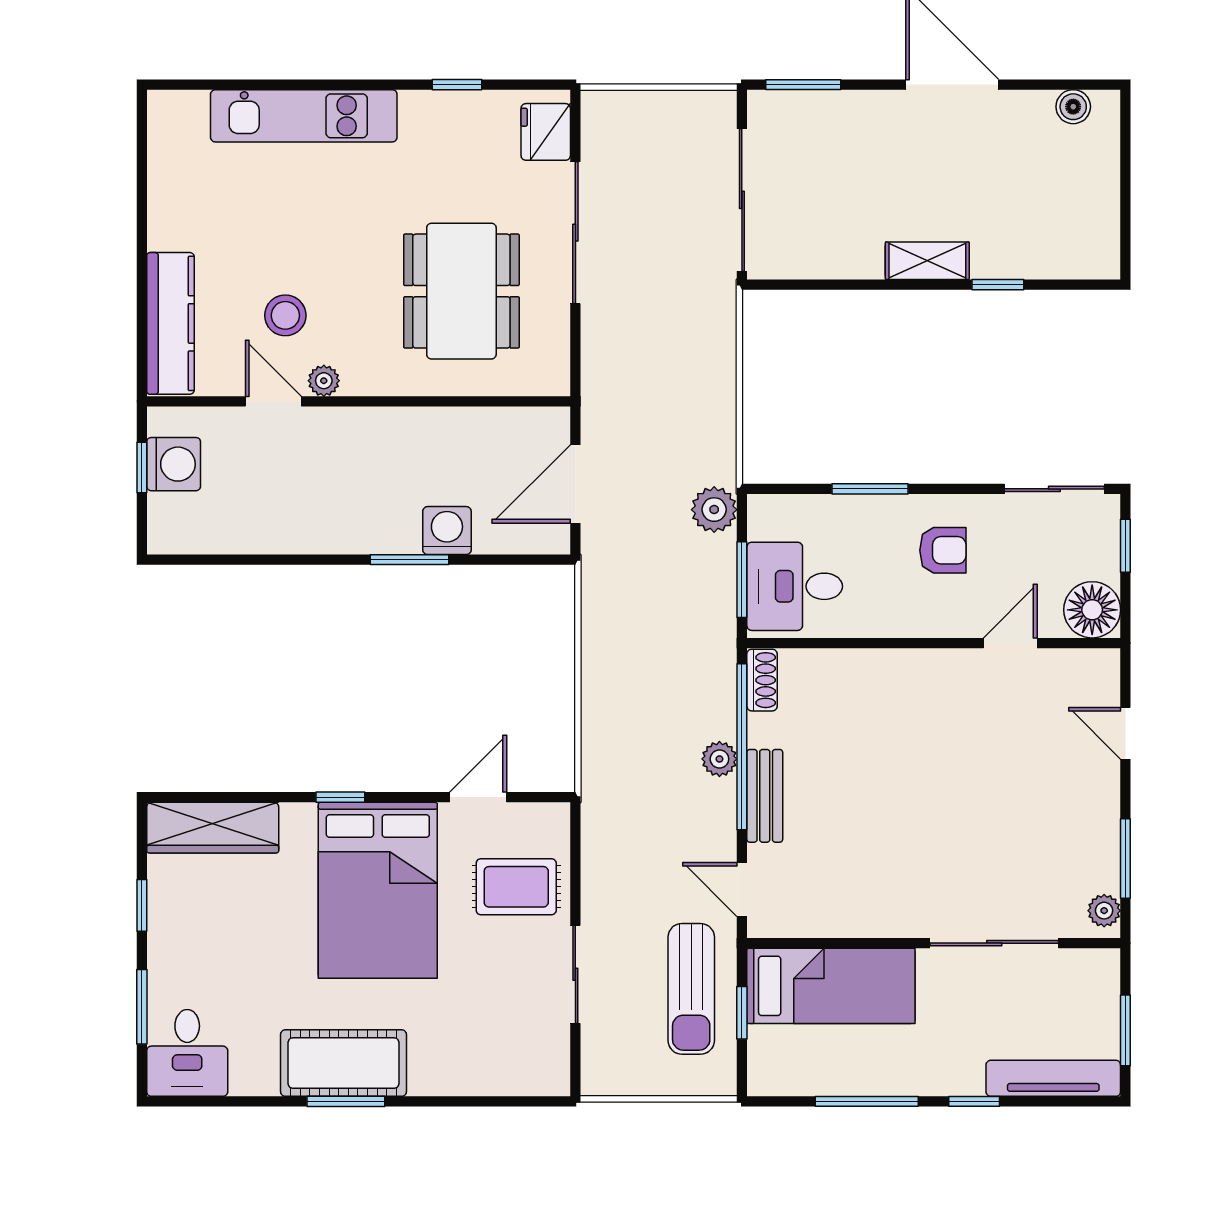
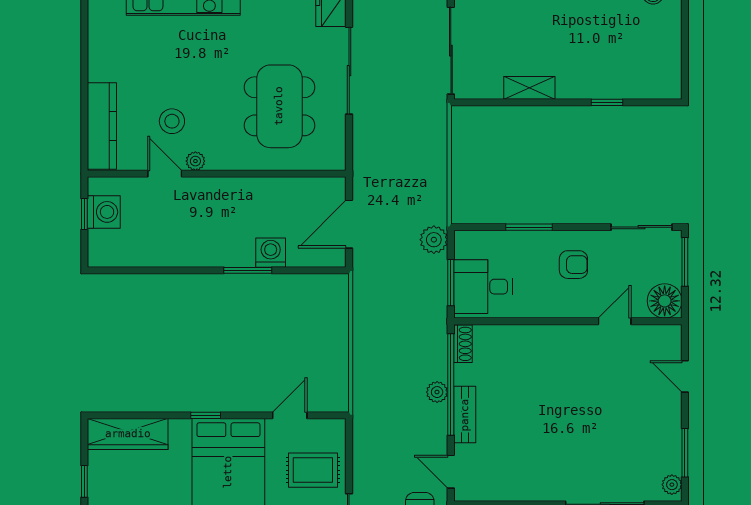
shelving: (927, 261) -> (529, 88), moved
window: (1125, 546) -> (685, 262), width x1.50

